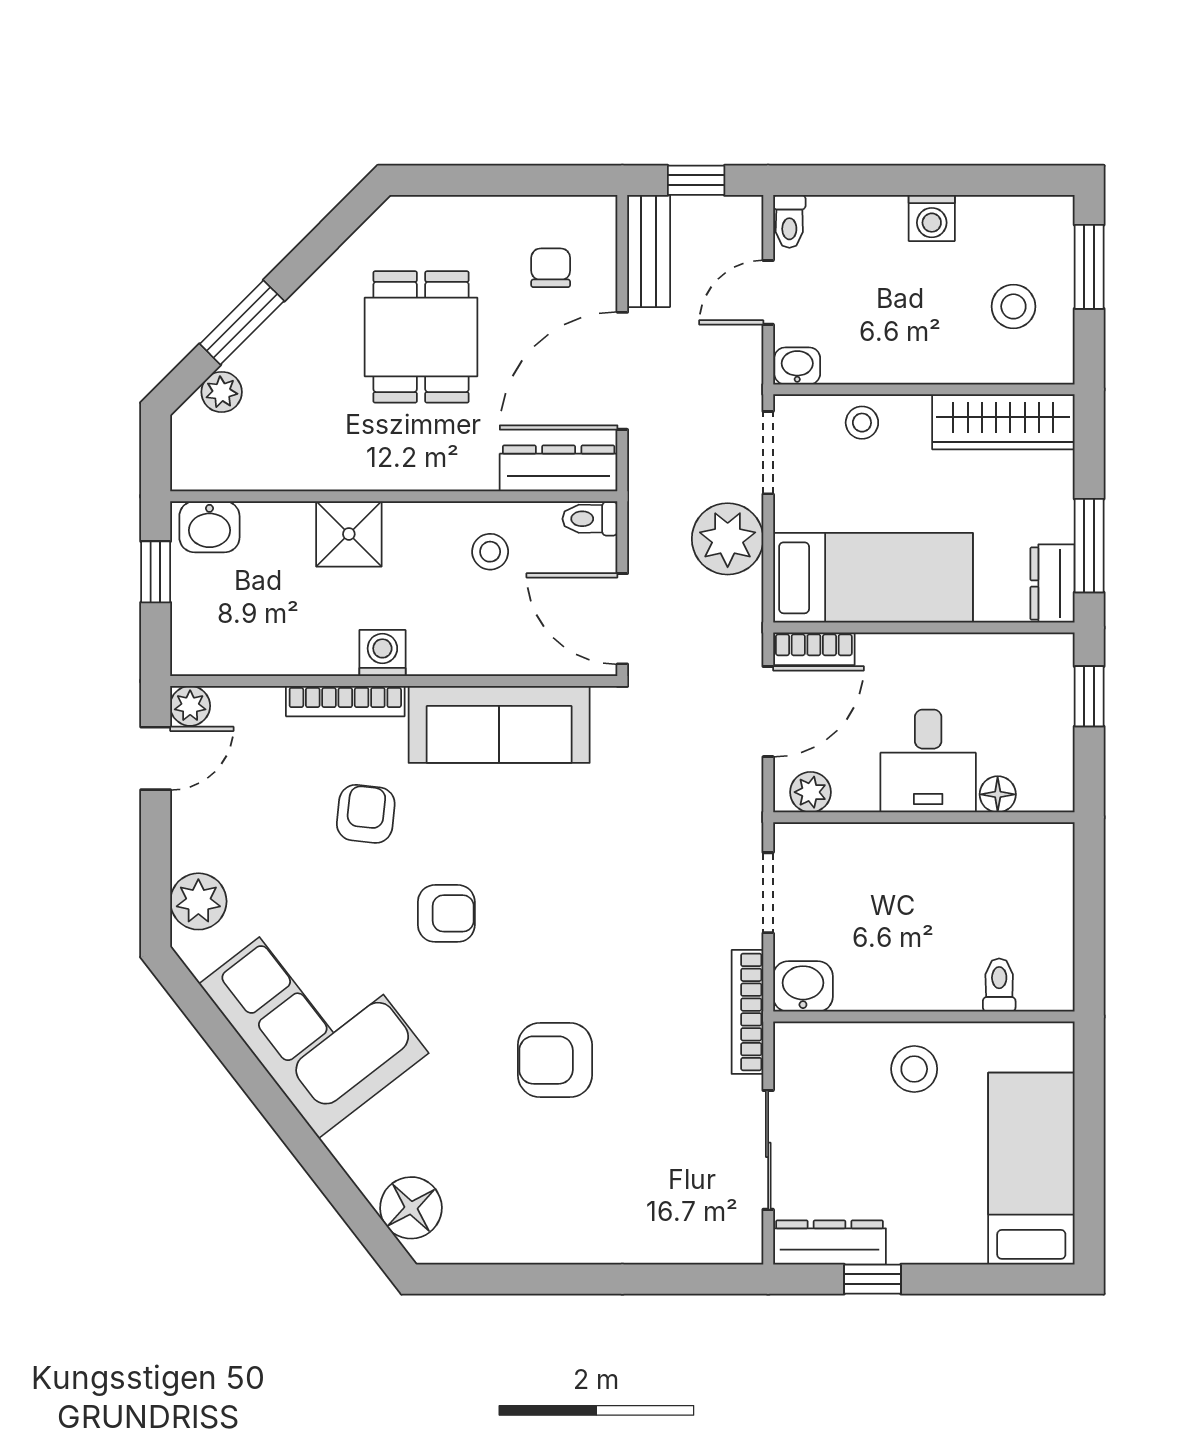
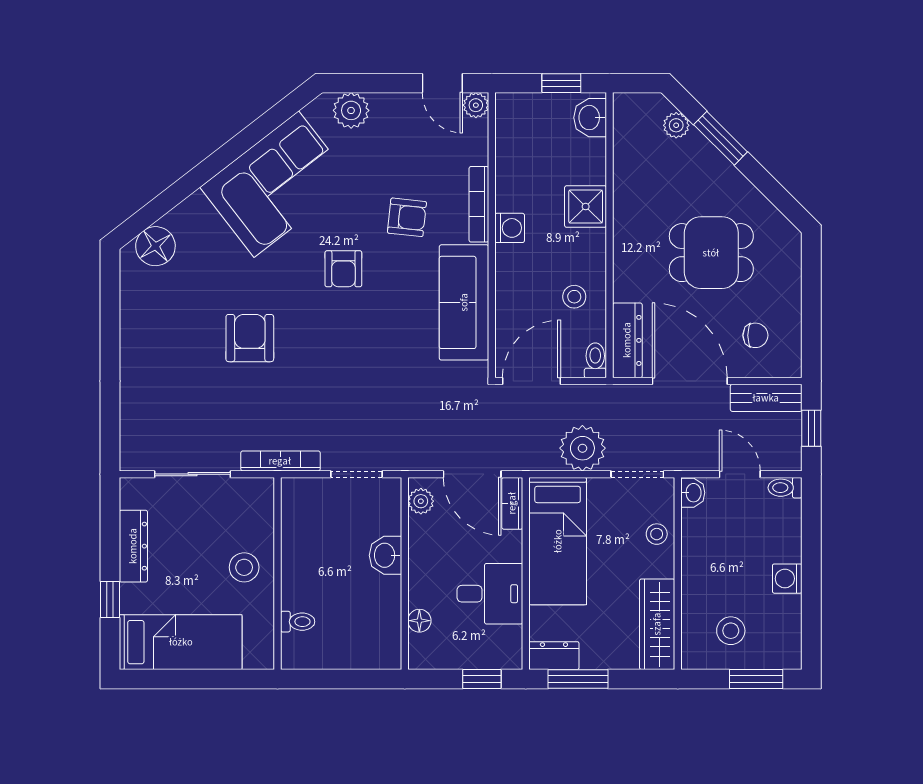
desk: (928, 761) -> (490, 594), moved, turned 180
washbasin: (803, 986) -> (386, 555), moved, turned 180
dresser: (829, 1242) -> (133, 546), moved
window: (873, 1279) -> (110, 600), moved

